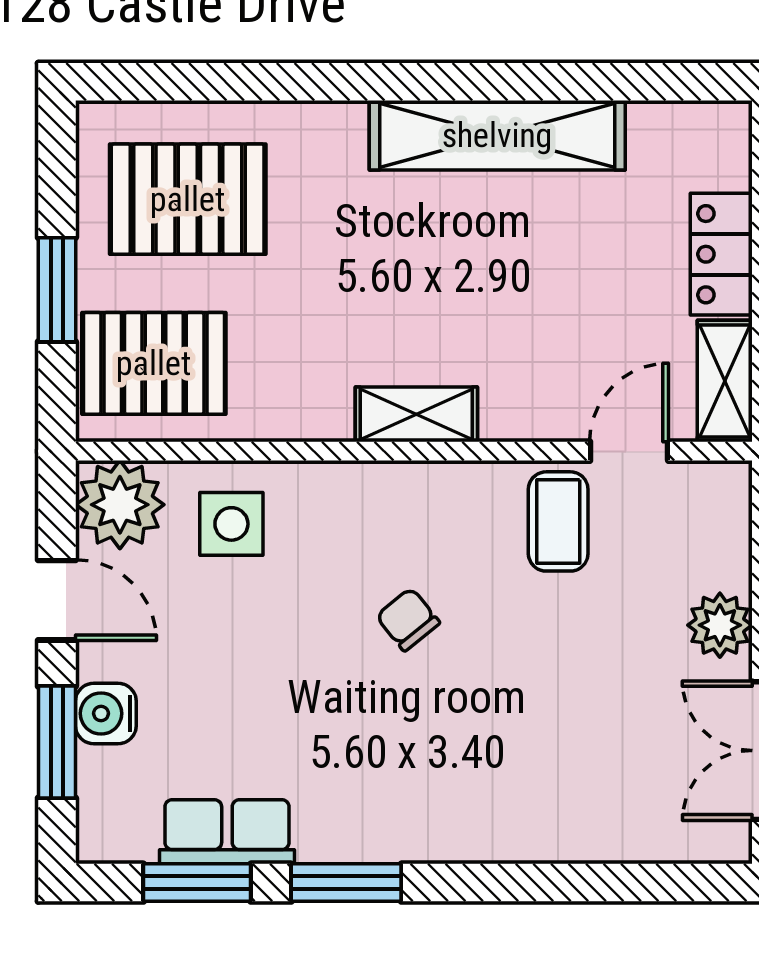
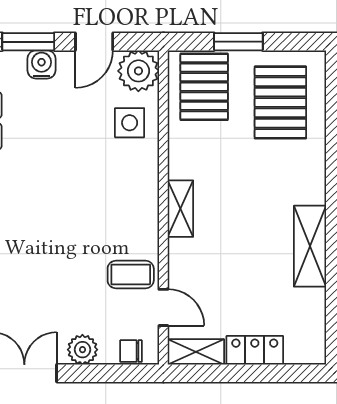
shelving: (497, 135) -> (310, 246), width x0.68
chair: (408, 619) -> (131, 351), moved, turned -141

